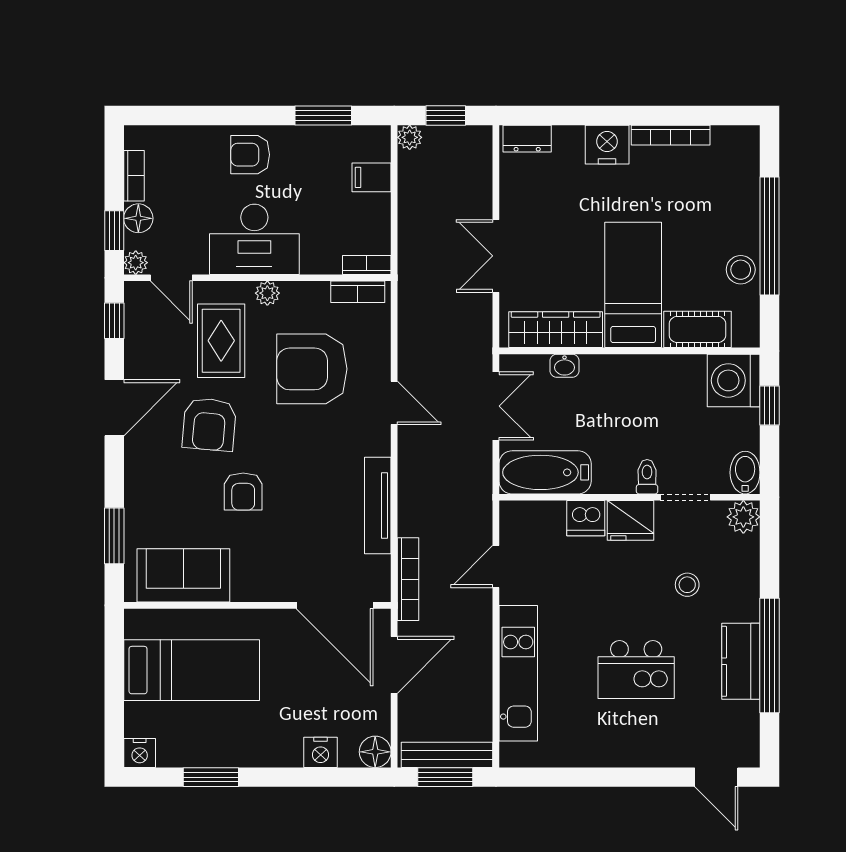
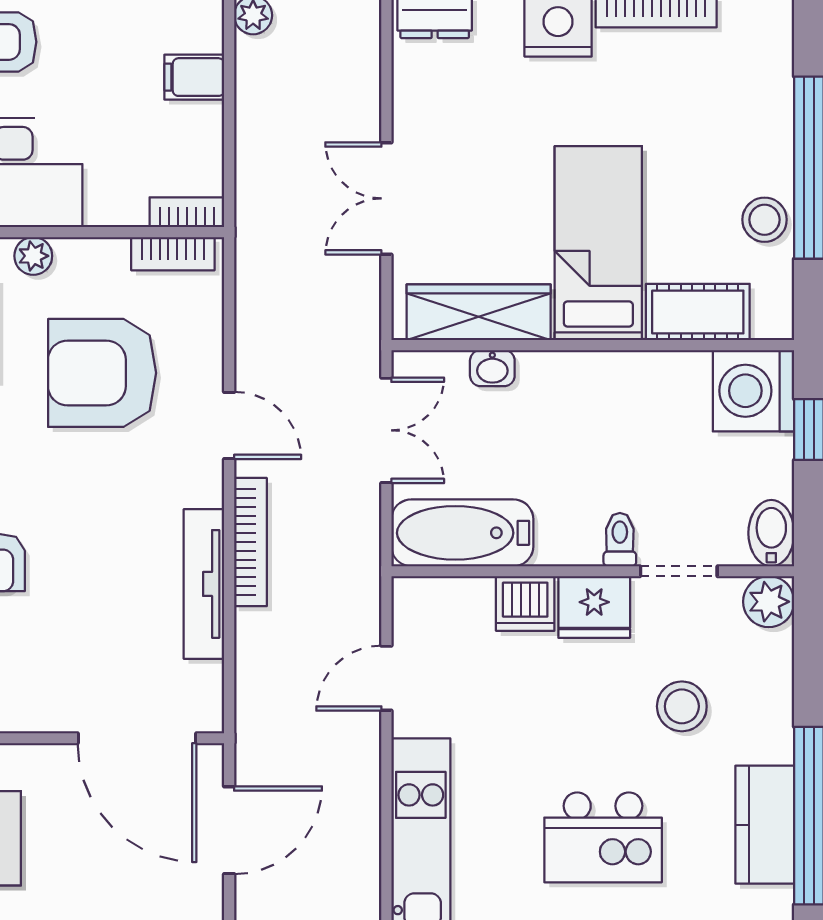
bookcase: (408, 579) -> (250, 542), moved
stool: (687, 585) -> (682, 706), width x1.37, depth x1.37

